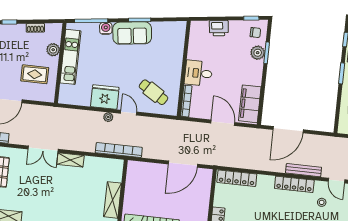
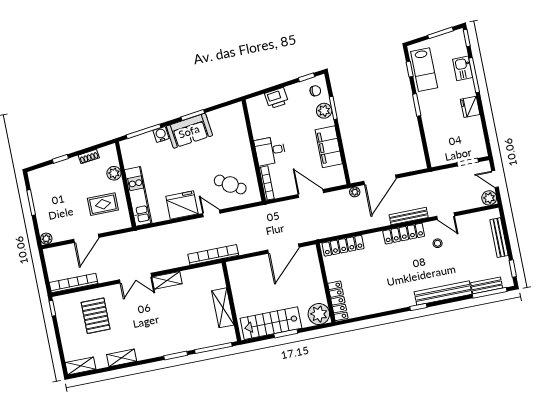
kitchen unit: (70, 57) -> (138, 196), moved
filing cabinet: (250, 104) -> (329, 147), moved
plant: (108, 117) -> (355, 192), moved

